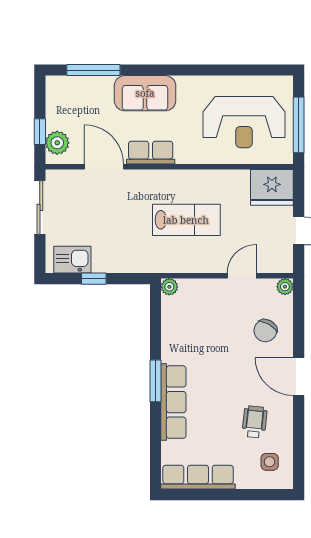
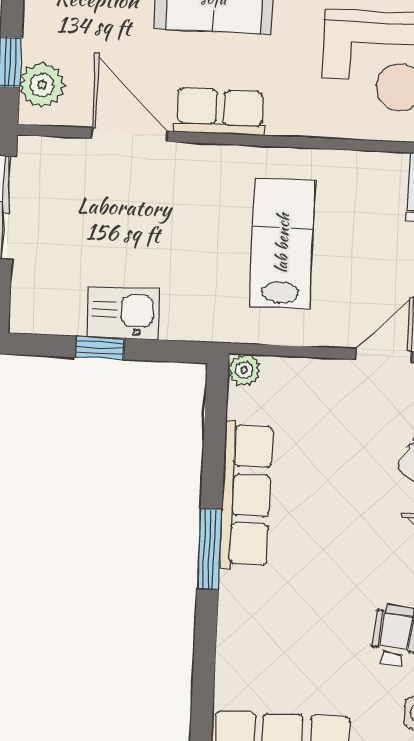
lab bench: (186, 220) -> (282, 243), turned -90
kitchen sink: (72, 260) -> (123, 313), moved
row of seats: (173, 402) -> (246, 495), moved

